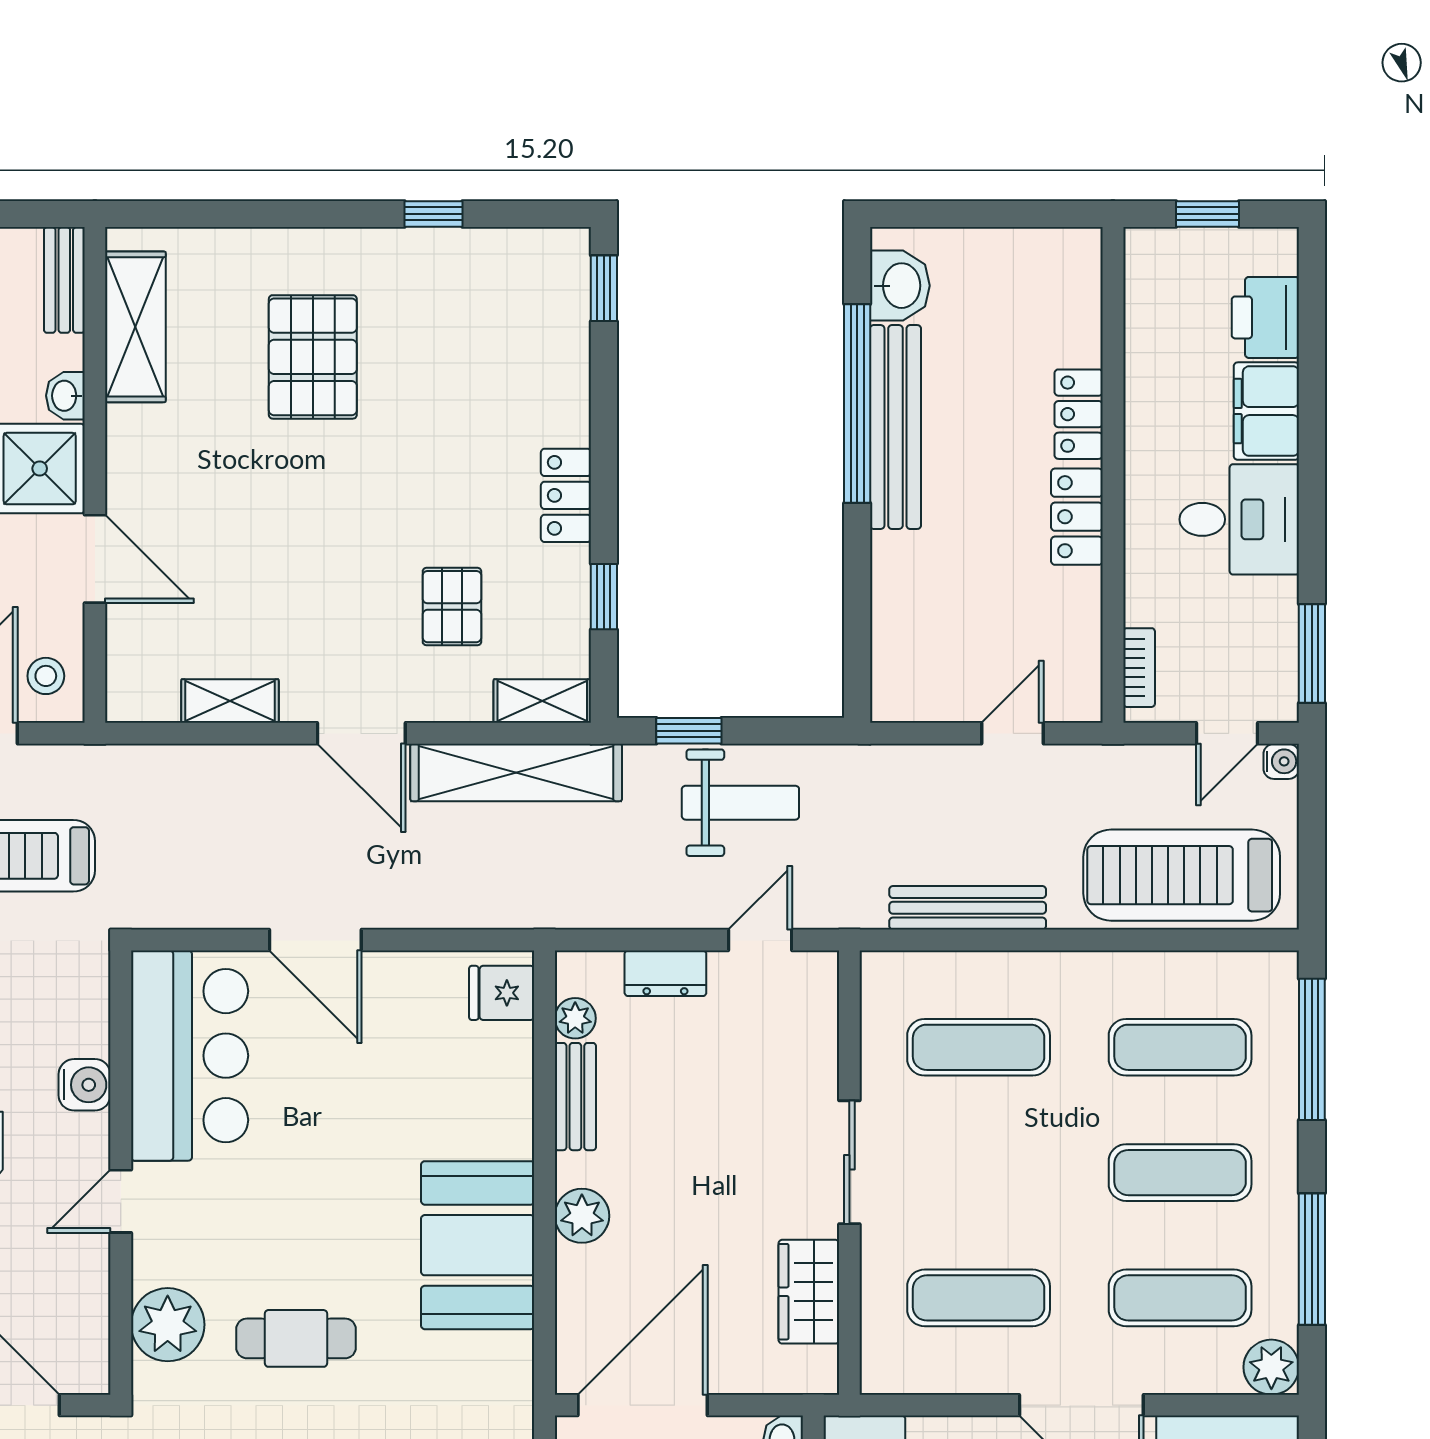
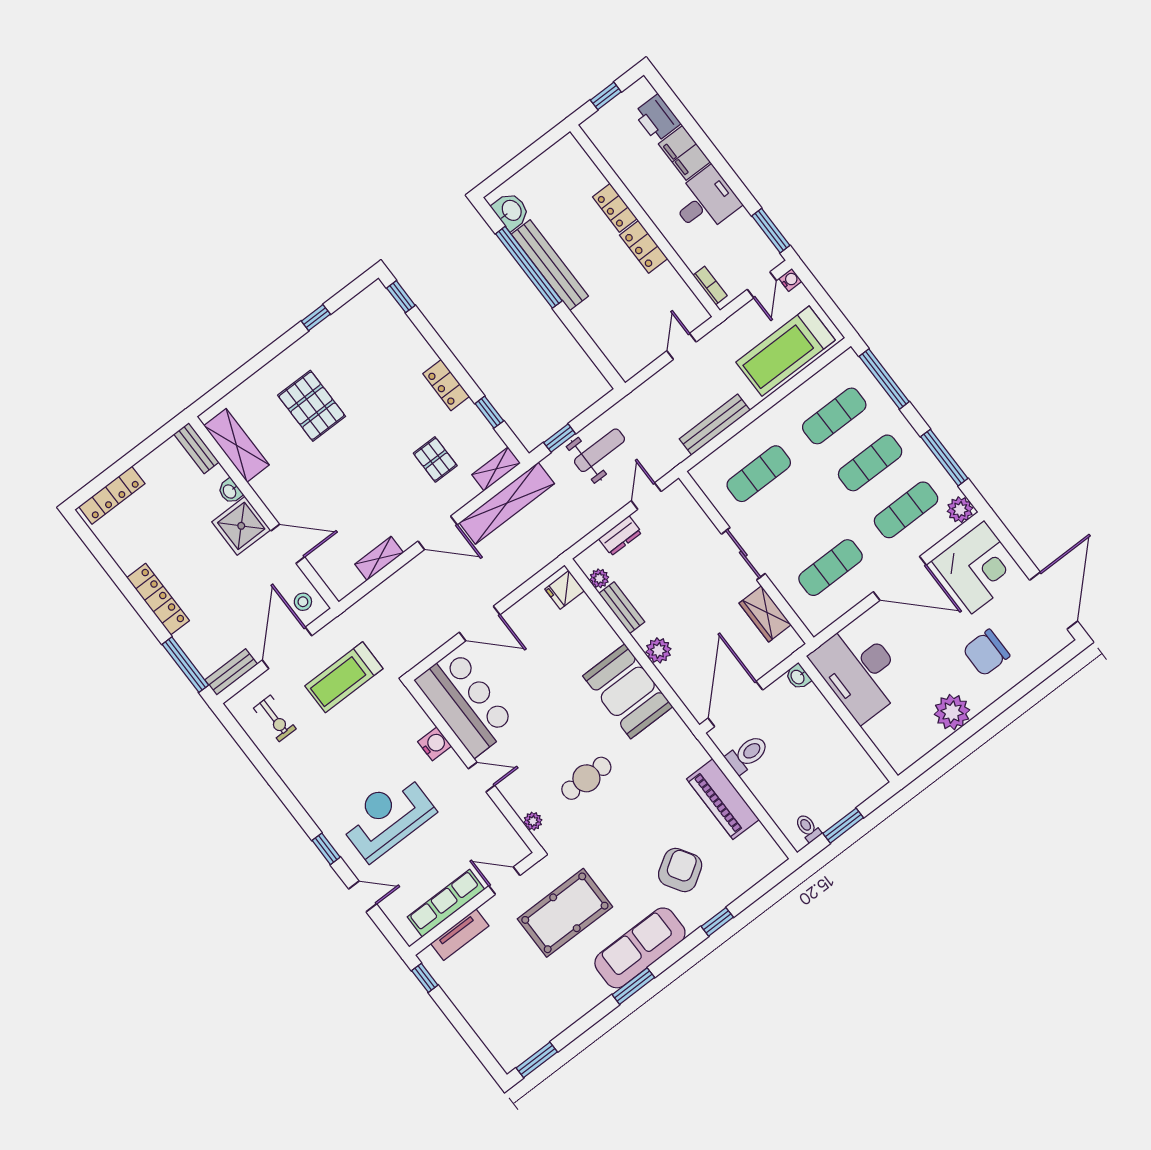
door: (121, 1201) -> (481, 777), swing flipped
plant: (168, 1325) -> (533, 821), width x0.53, depth x0.53

